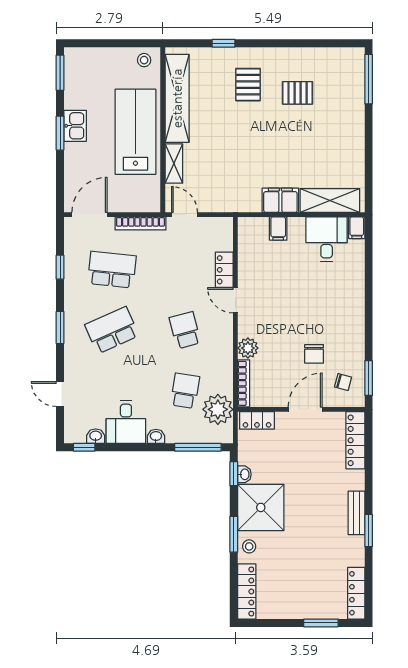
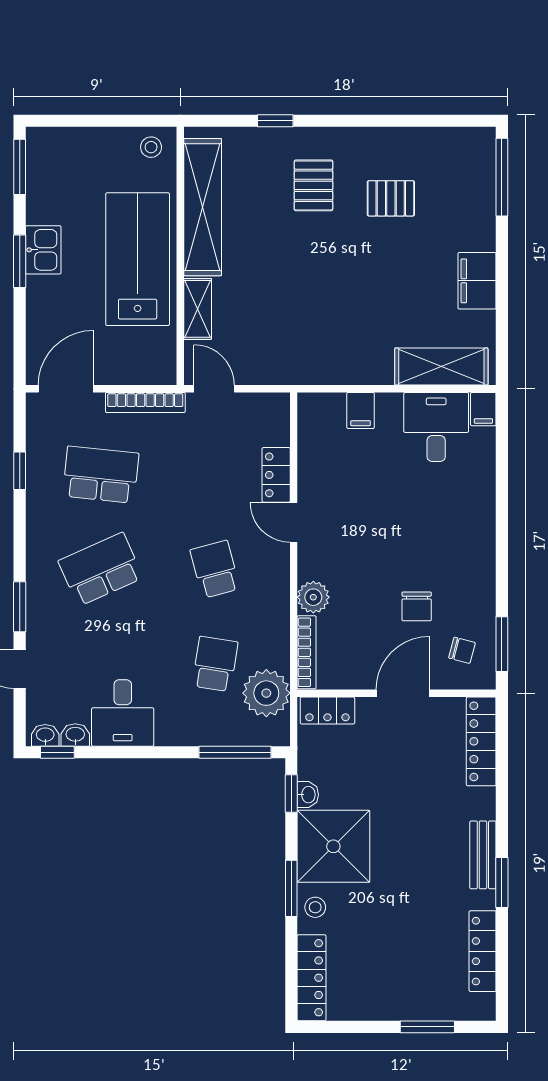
filing cabinet: (280, 200) -> (477, 281), moved, turned -90
window: (60, 327) -> (20, 607), moved
washbasin: (156, 436) -> (45, 735), moved
locker: (356, 593) -> (483, 951), moved

